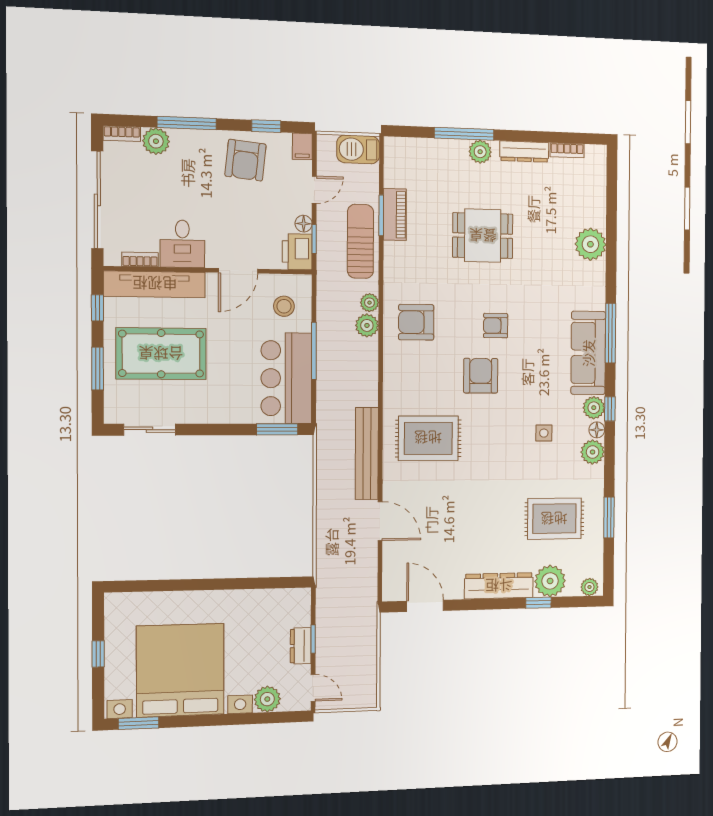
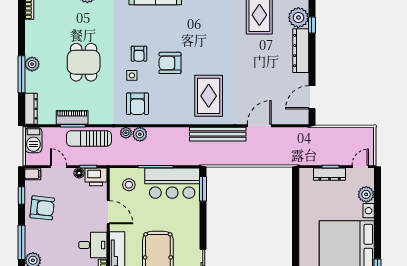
dresser: (524, 152) -> (31, 109), moved
side table: (544, 433) -> (132, 75), moved
dresser: (301, 646) -> (330, 174), width x1.44

